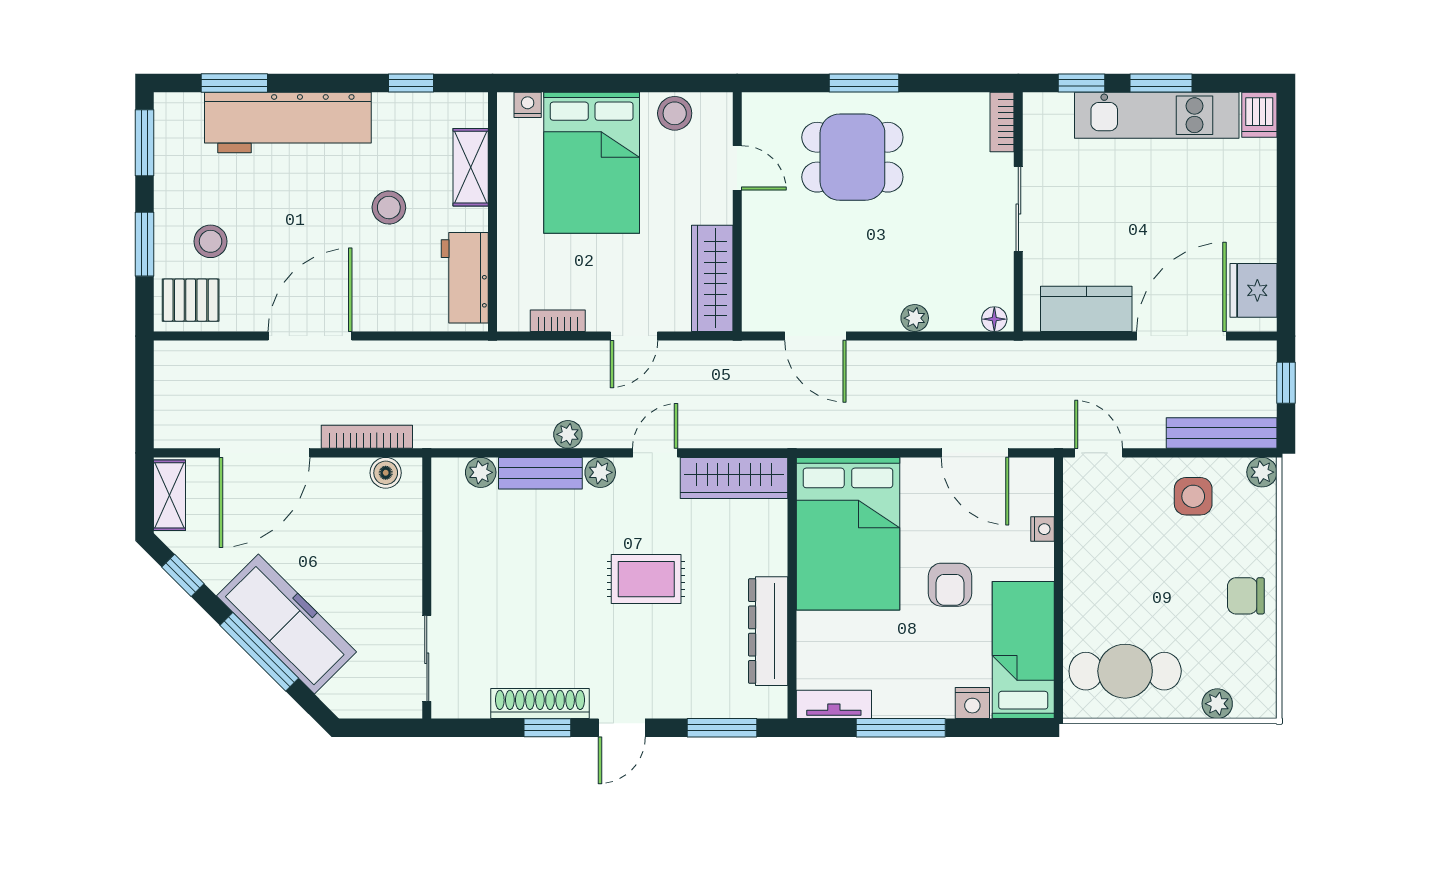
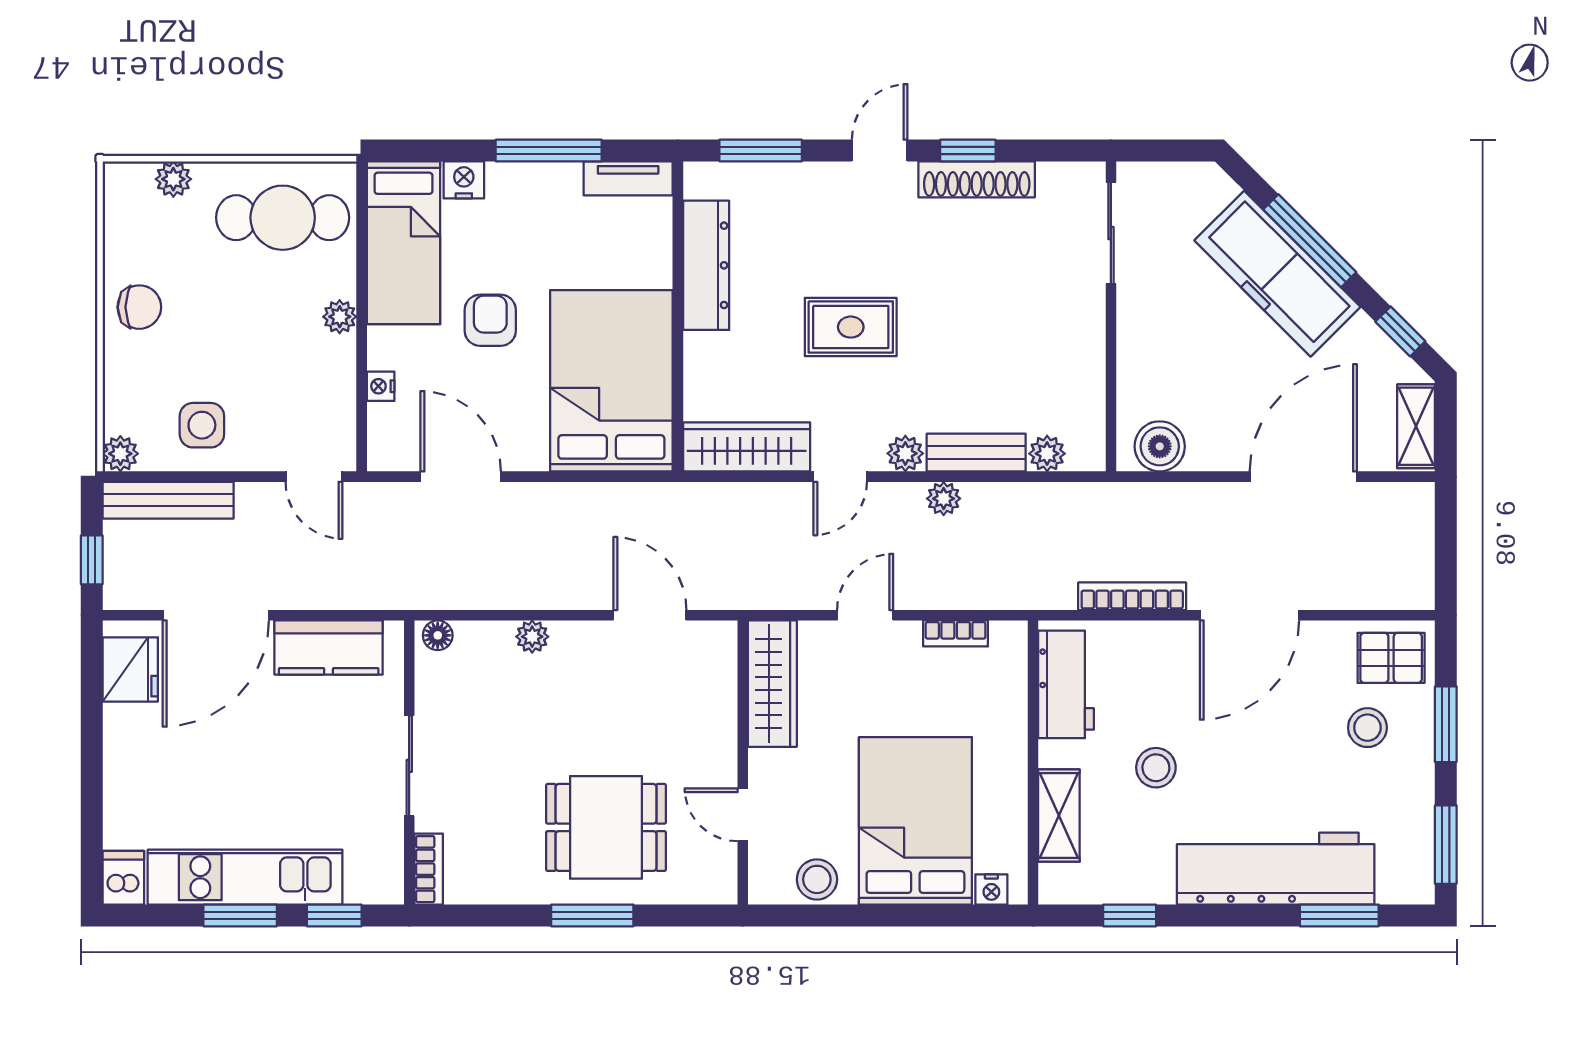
bookcase: (367, 437) -> (1132, 596), moved, turned 180
boiler: (386, 473) -> (1160, 446), width x1.36, depth x1.36
plant: (1077, 588) -> (340, 317), added

